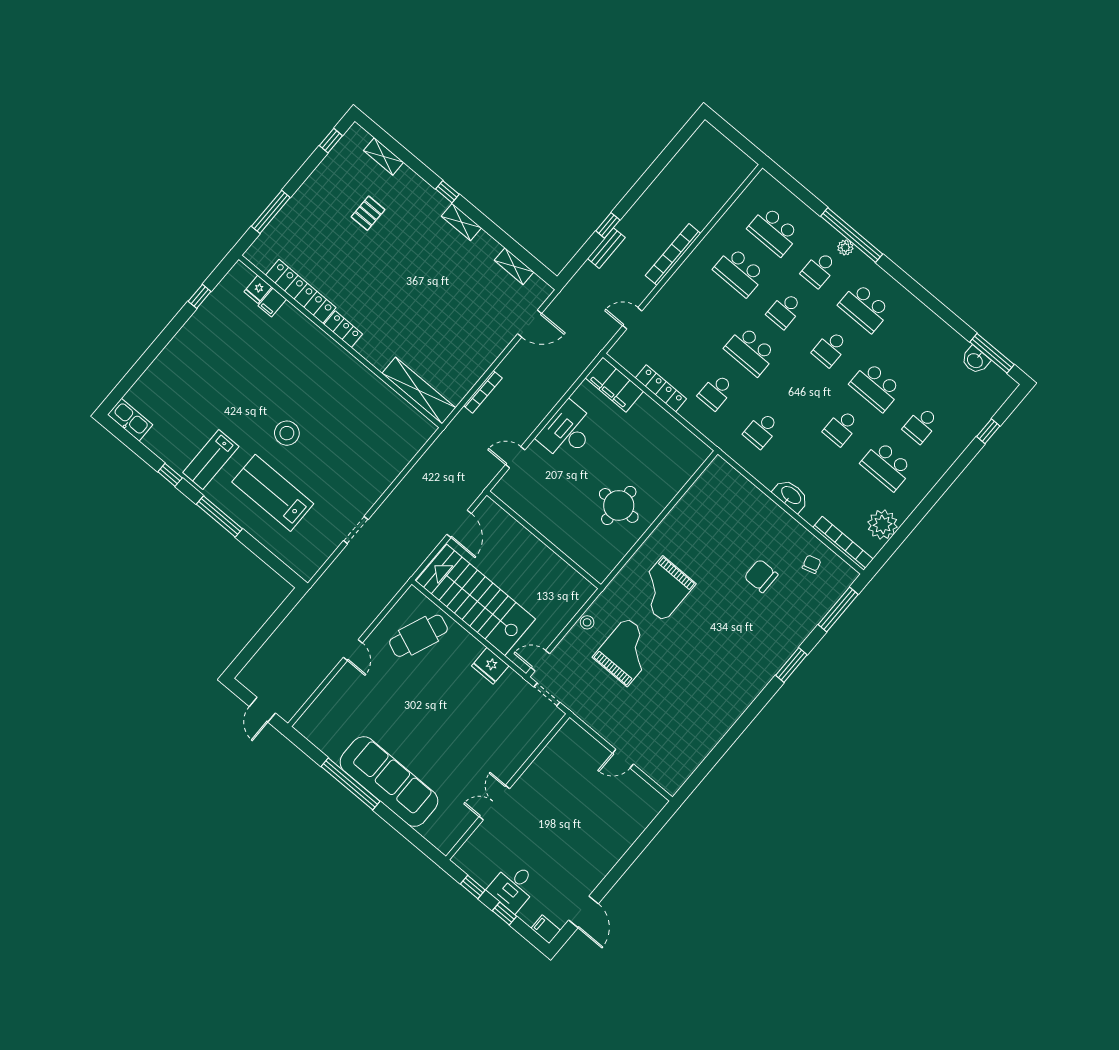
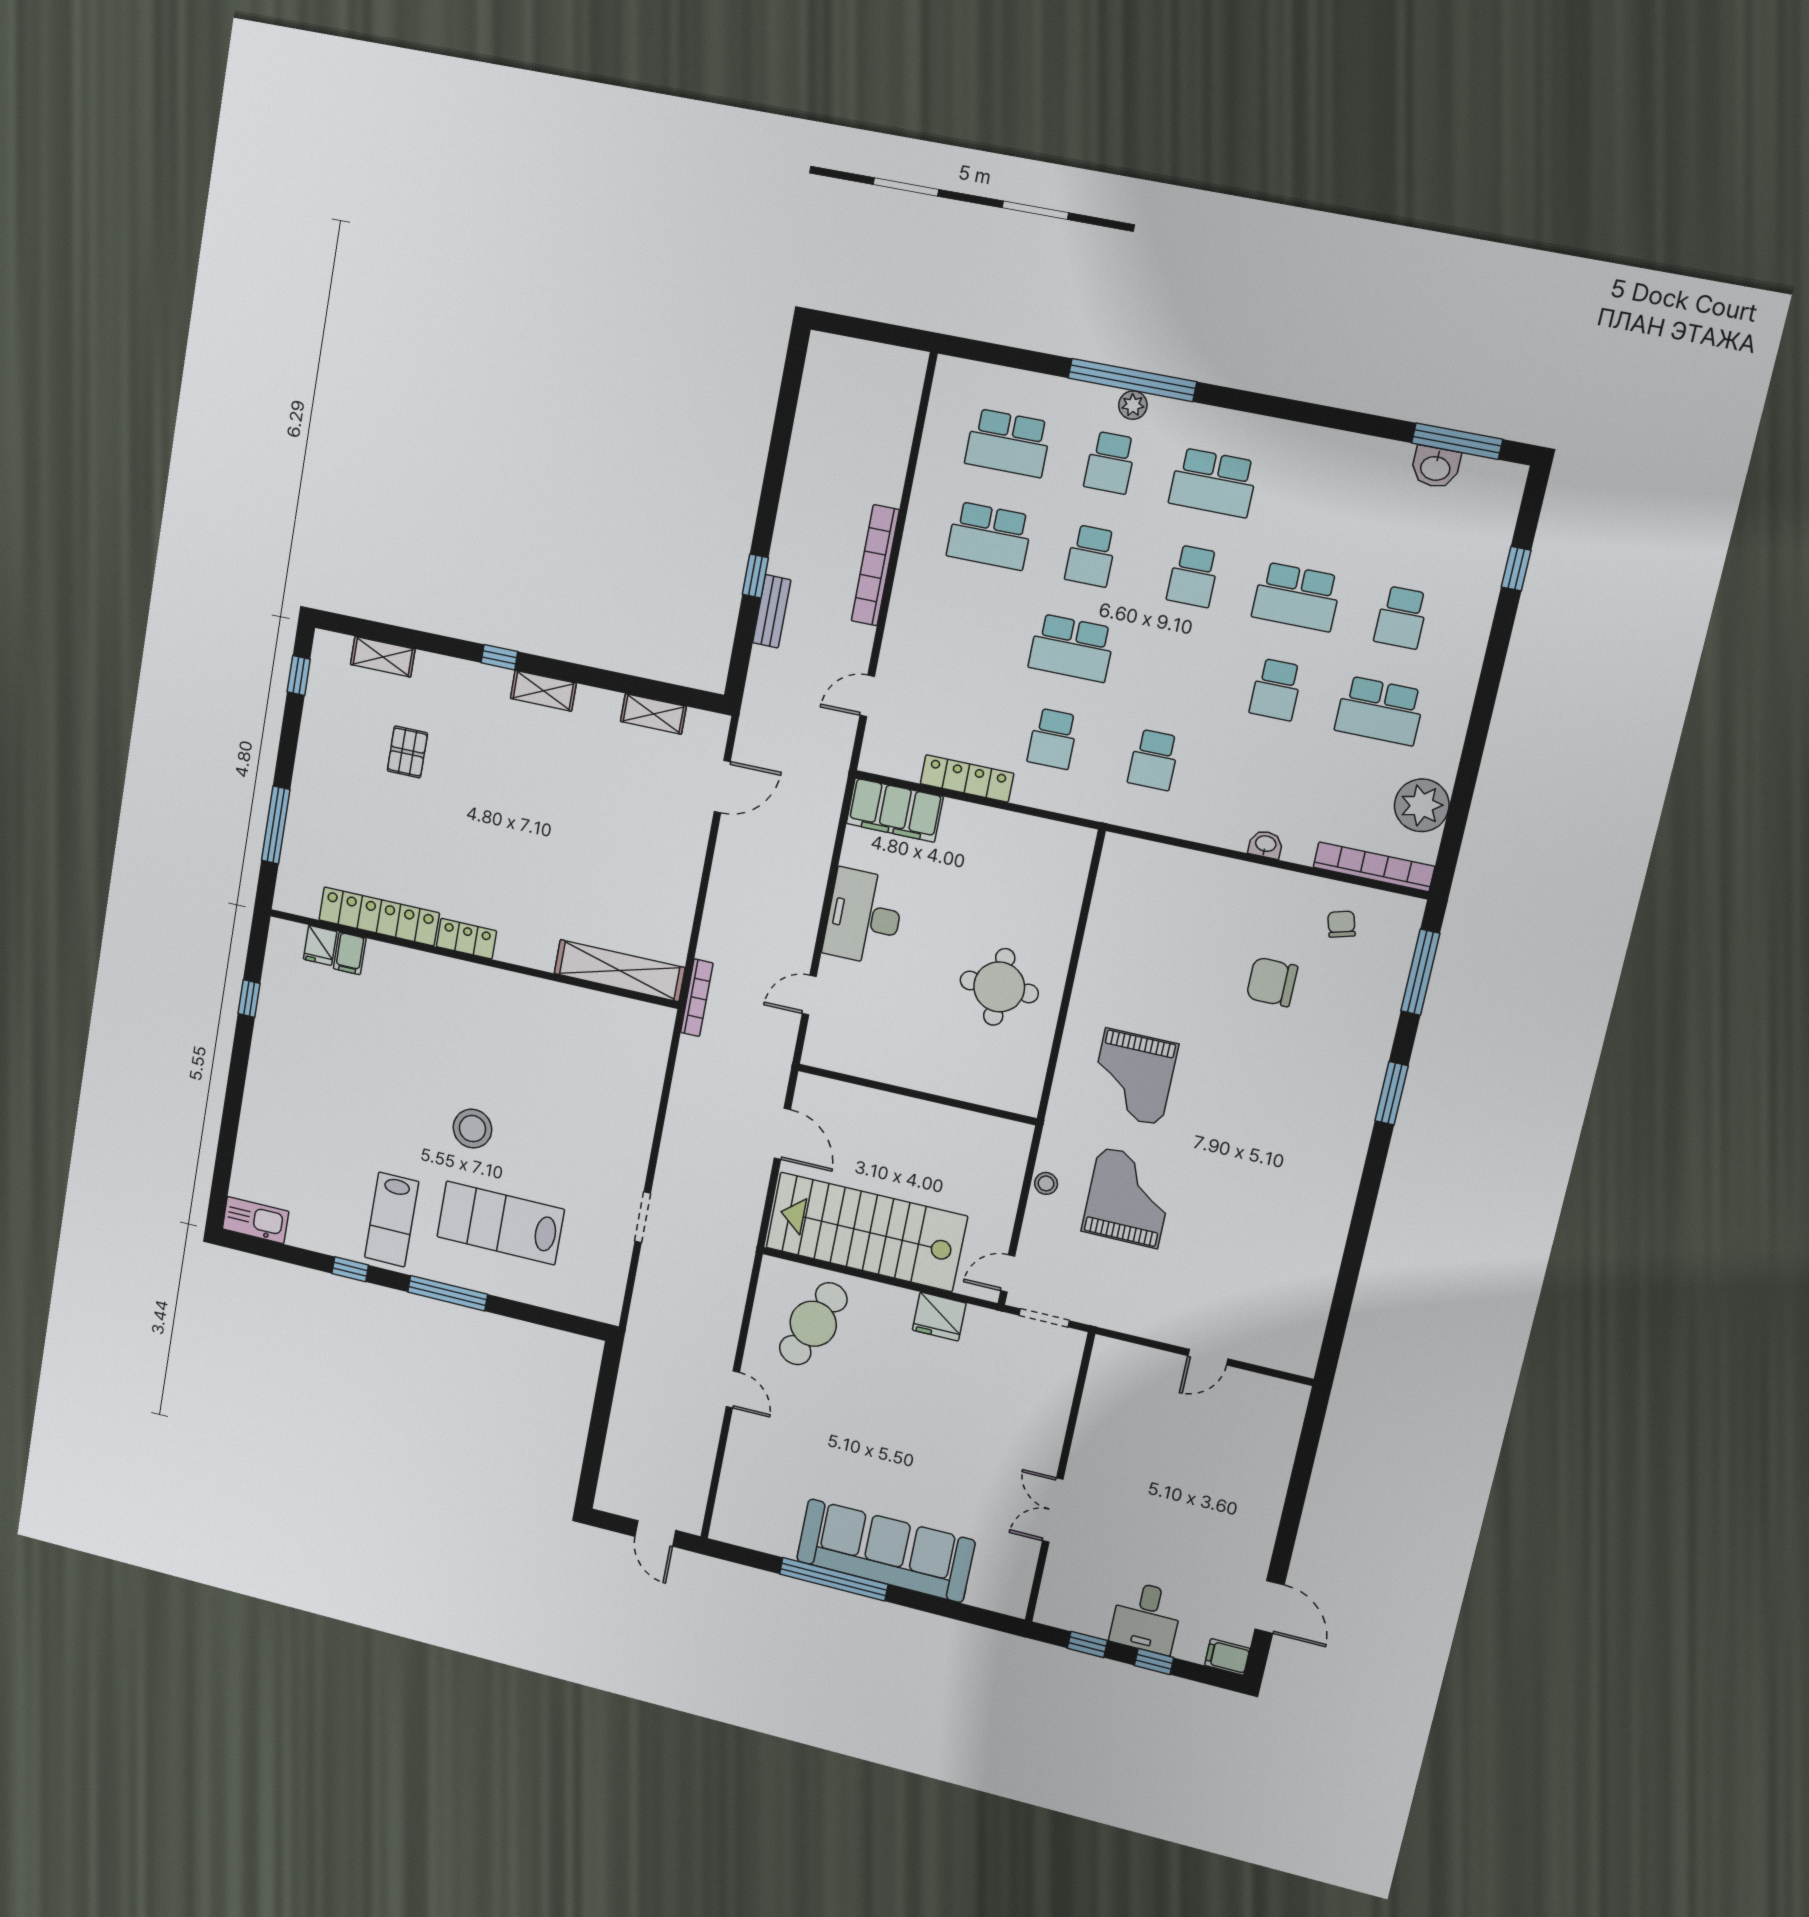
bookcase: (483, 392) -> (697, 998), moved
washbasin: (791, 496) -> (1266, 844), width x0.52, depth x0.69

